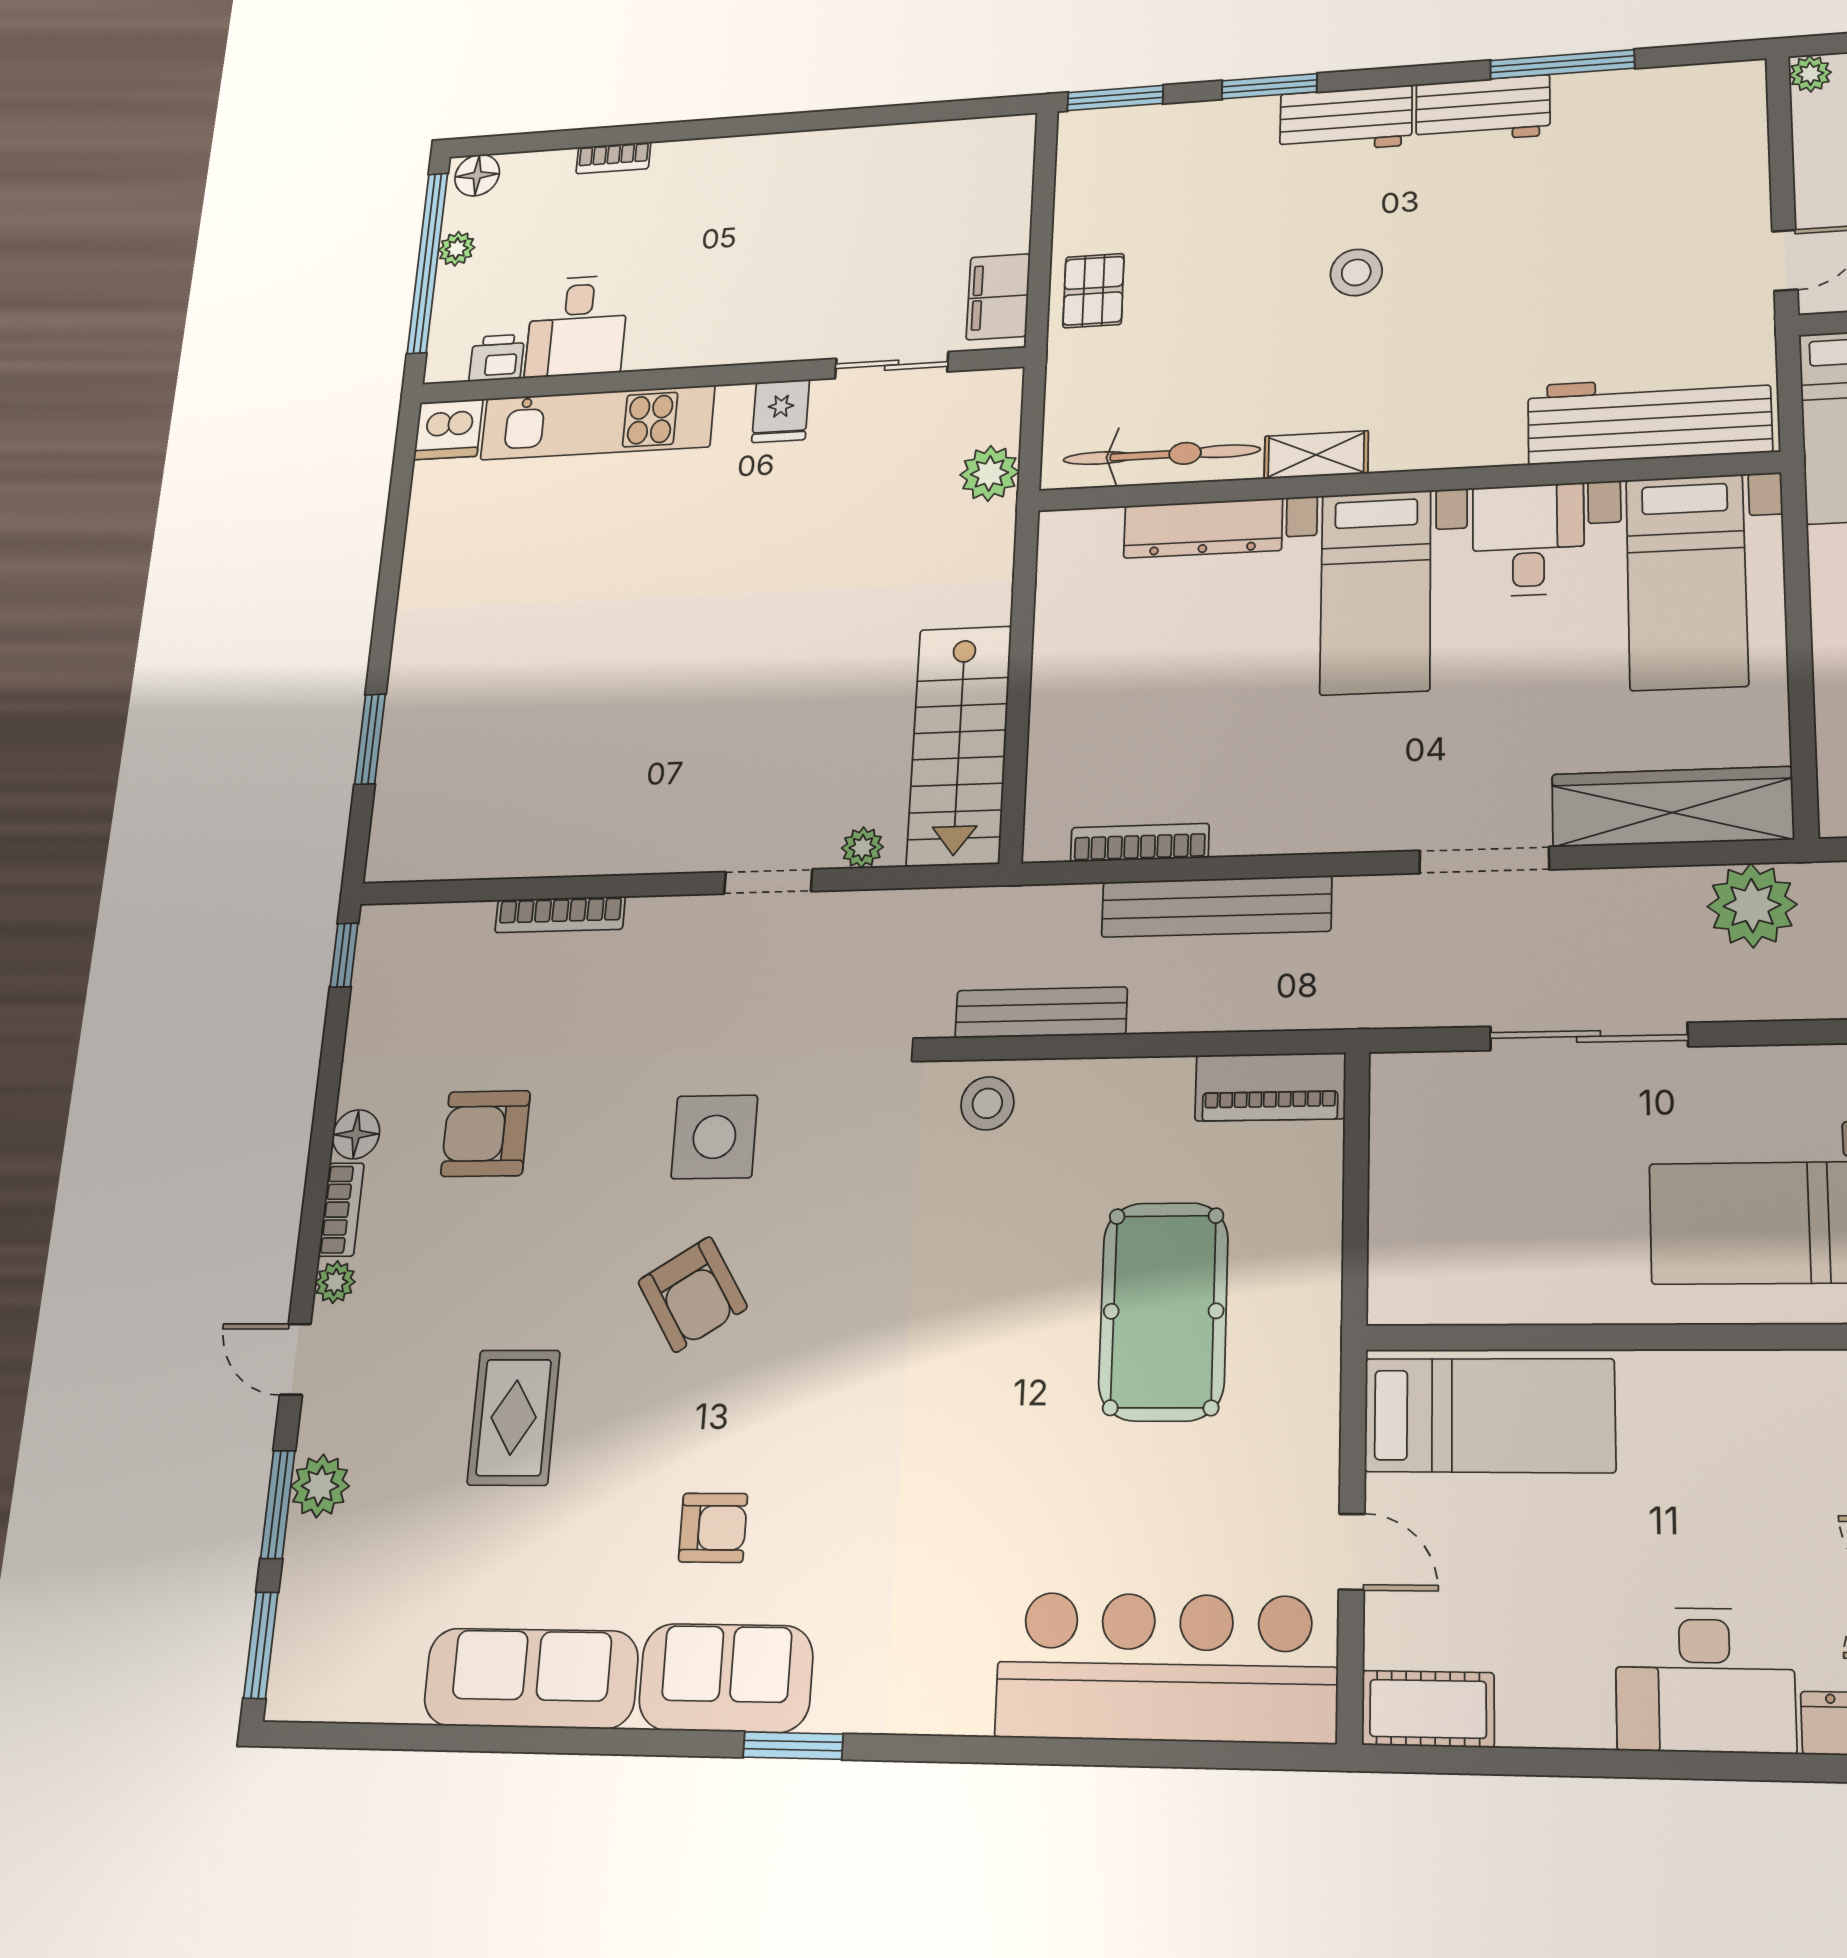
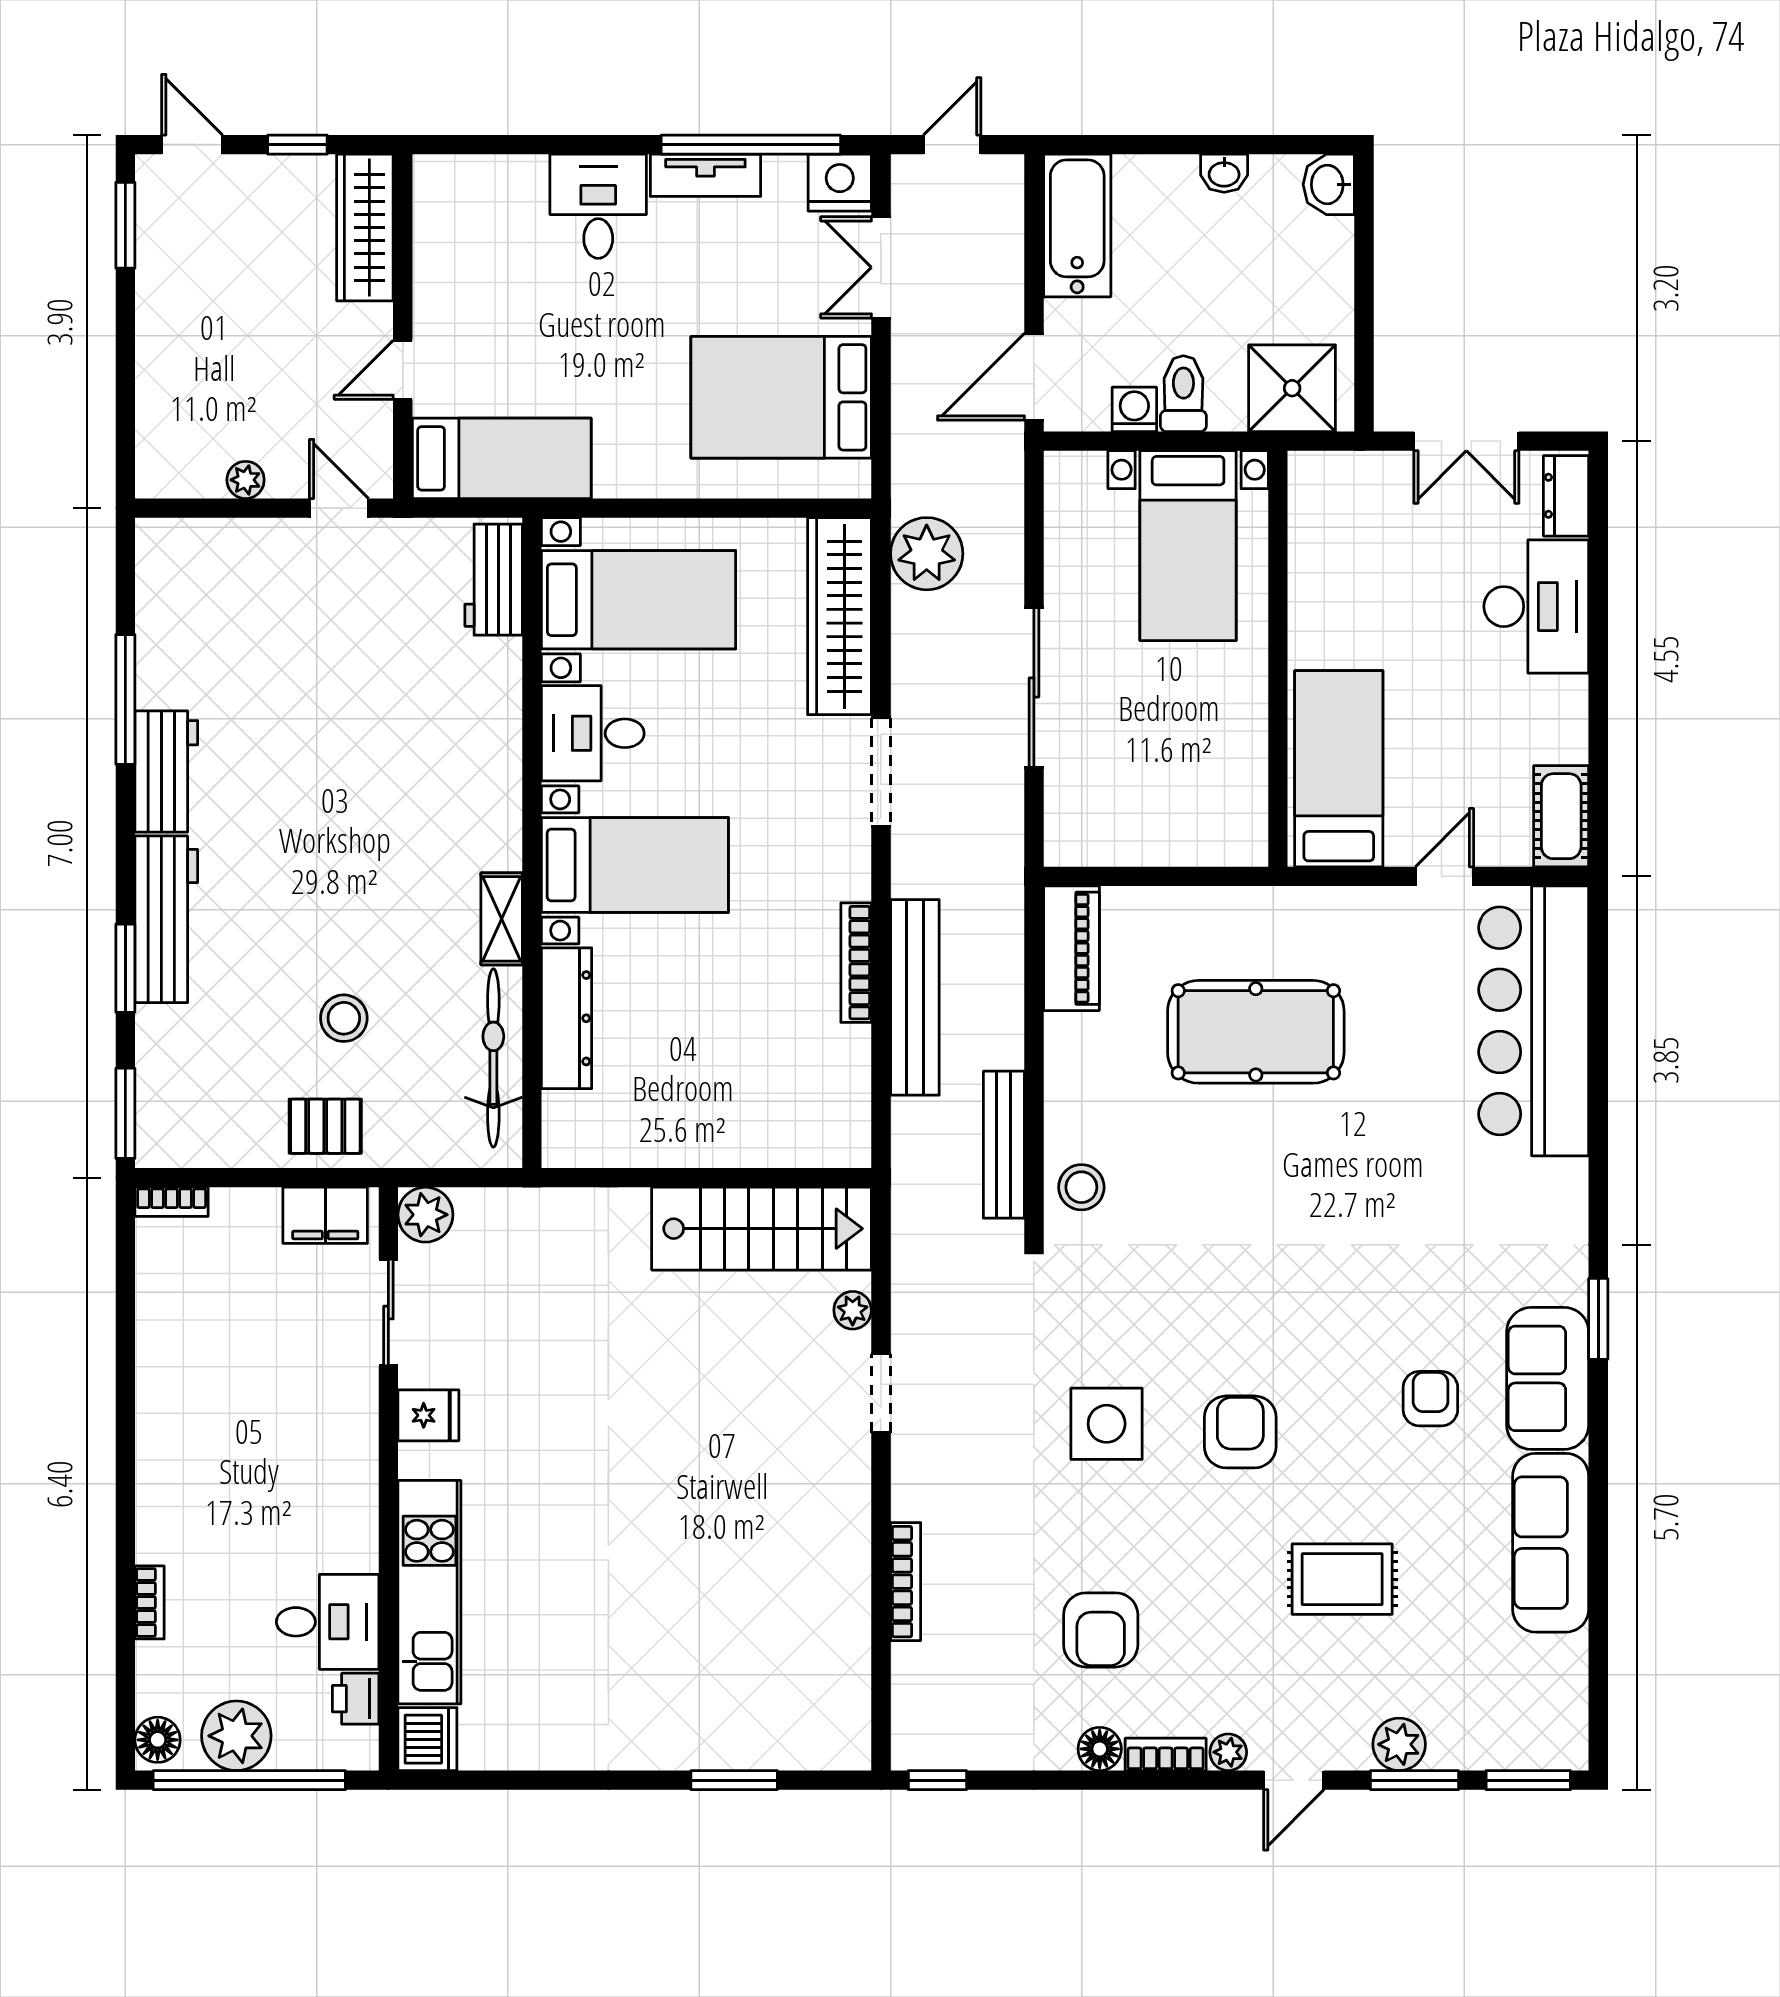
plant: (1810, 74) -> (246, 480), moved
workbench: (1346, 120) -> (166, 919), width x1.37
bookcase: (1020, 148) -> (172, 1202), added
plant: (457, 249) -> (236, 1736), width x1.88, depth x1.88
stool: (1356, 272) -> (344, 1018), moved
workbench: (1649, 419) -> (494, 580), width x0.53, depth x0.76
plant: (989, 473) -> (425, 1215), moved
bookcase: (1140, 843) -> (856, 963), moved
armchair: (693, 1294) -> (1240, 1432), turned -58

